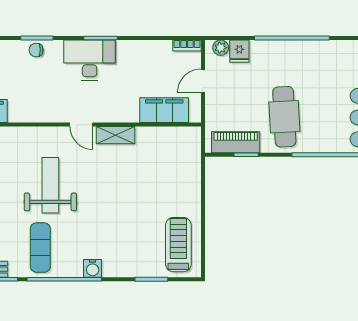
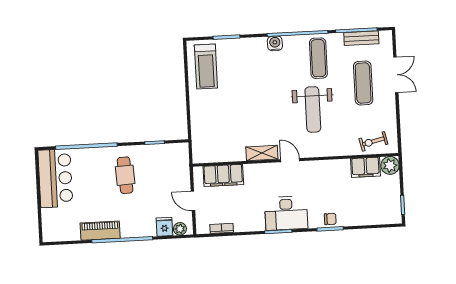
bookcase: (187, 45) -> (222, 228), moved
door: (203, 81) -> (193, 201), swing flipped
cafe table: (284, 117) -> (125, 175), width x0.73, depth x0.74
piano: (236, 142) -> (100, 231), moved, turned 180

